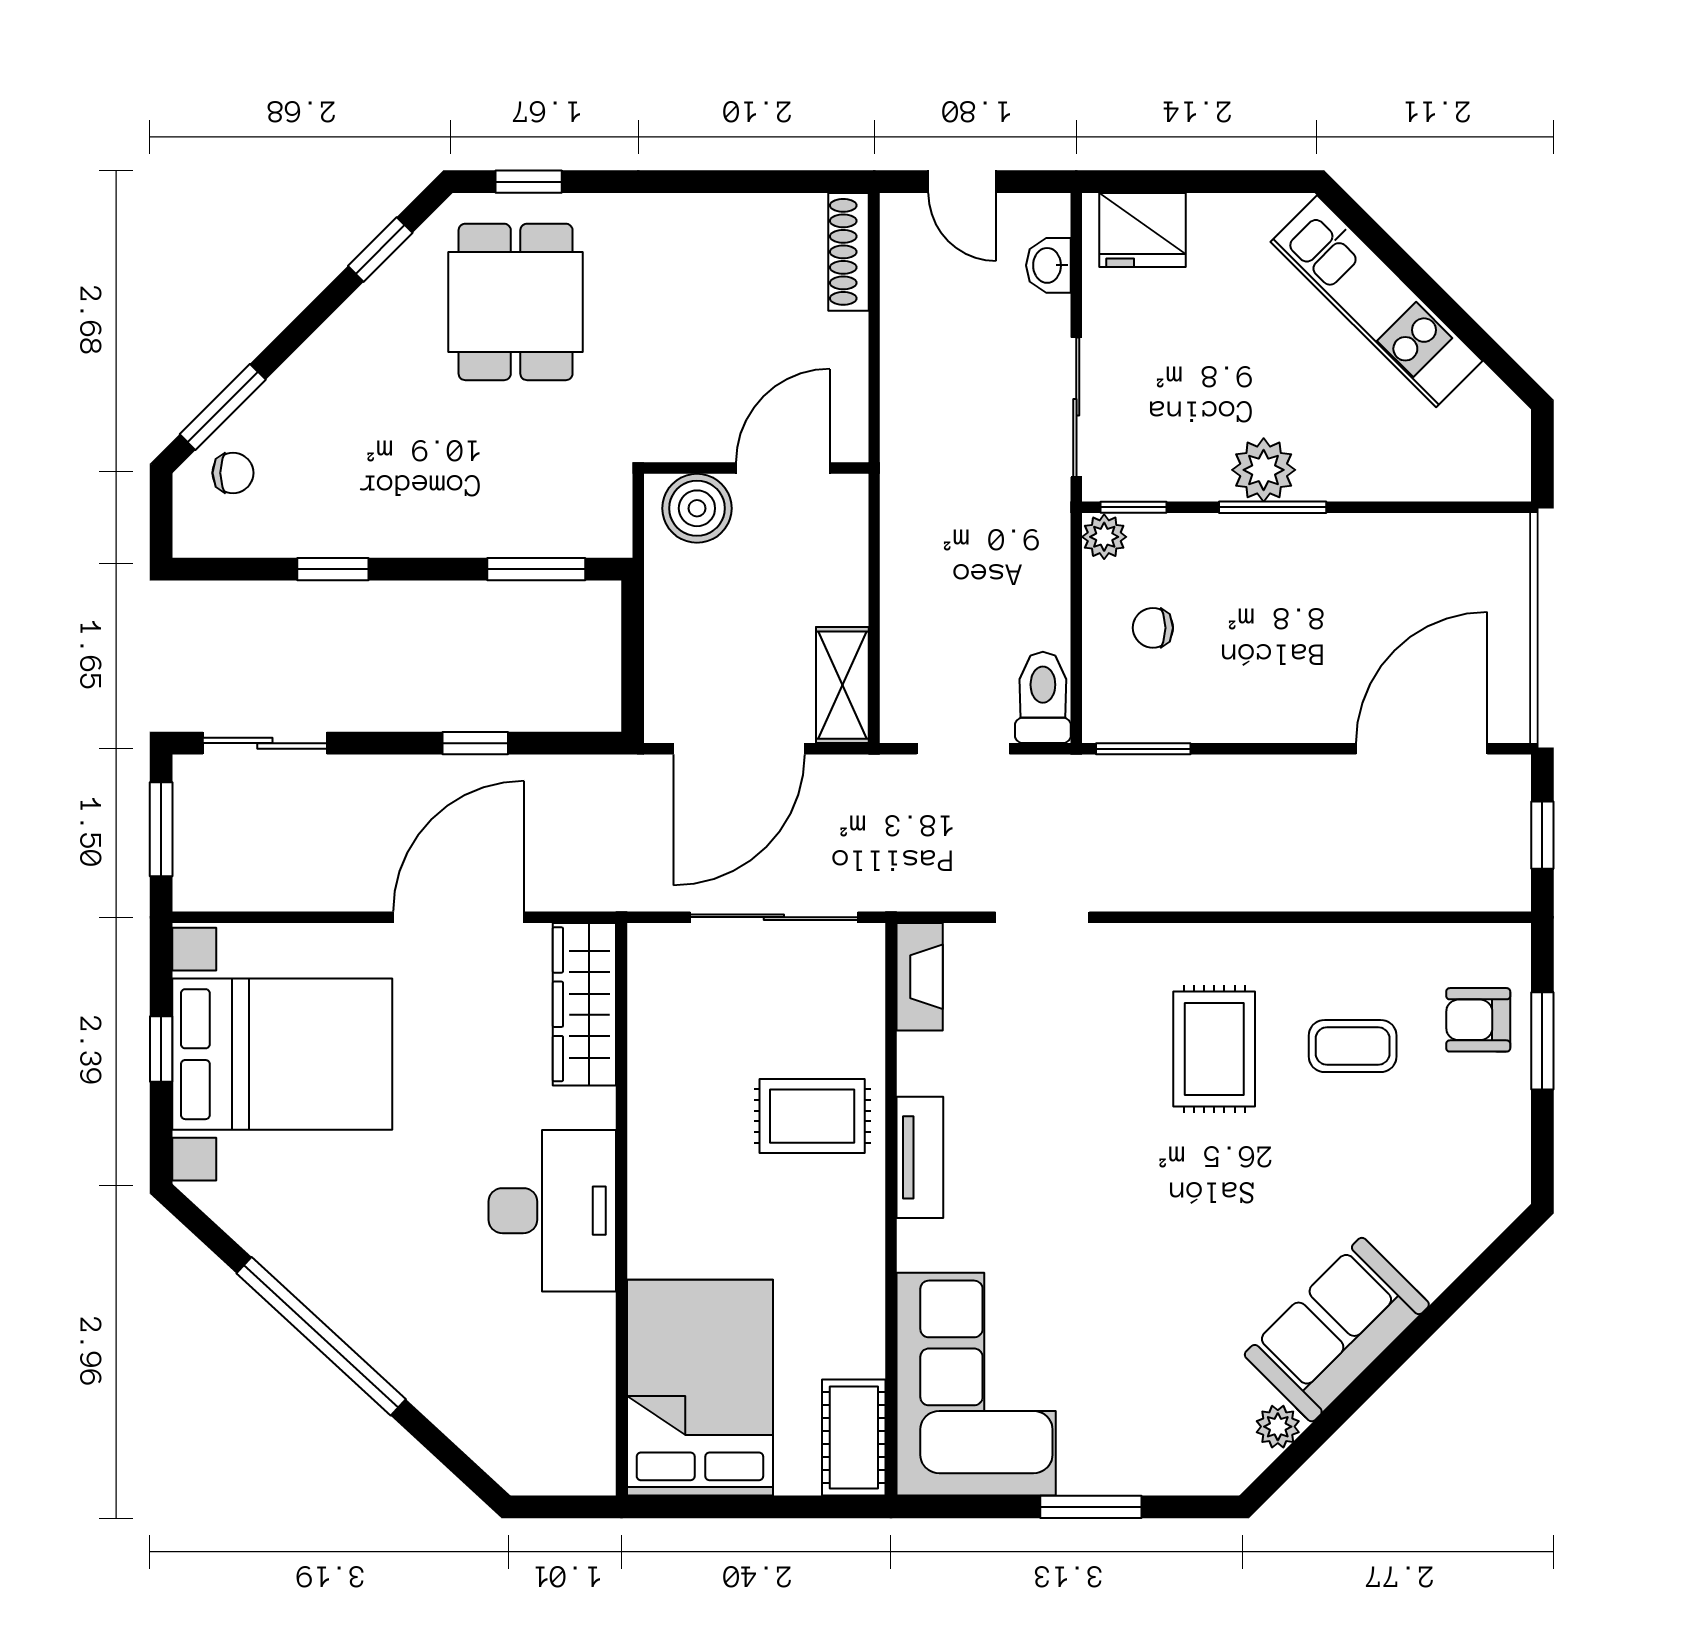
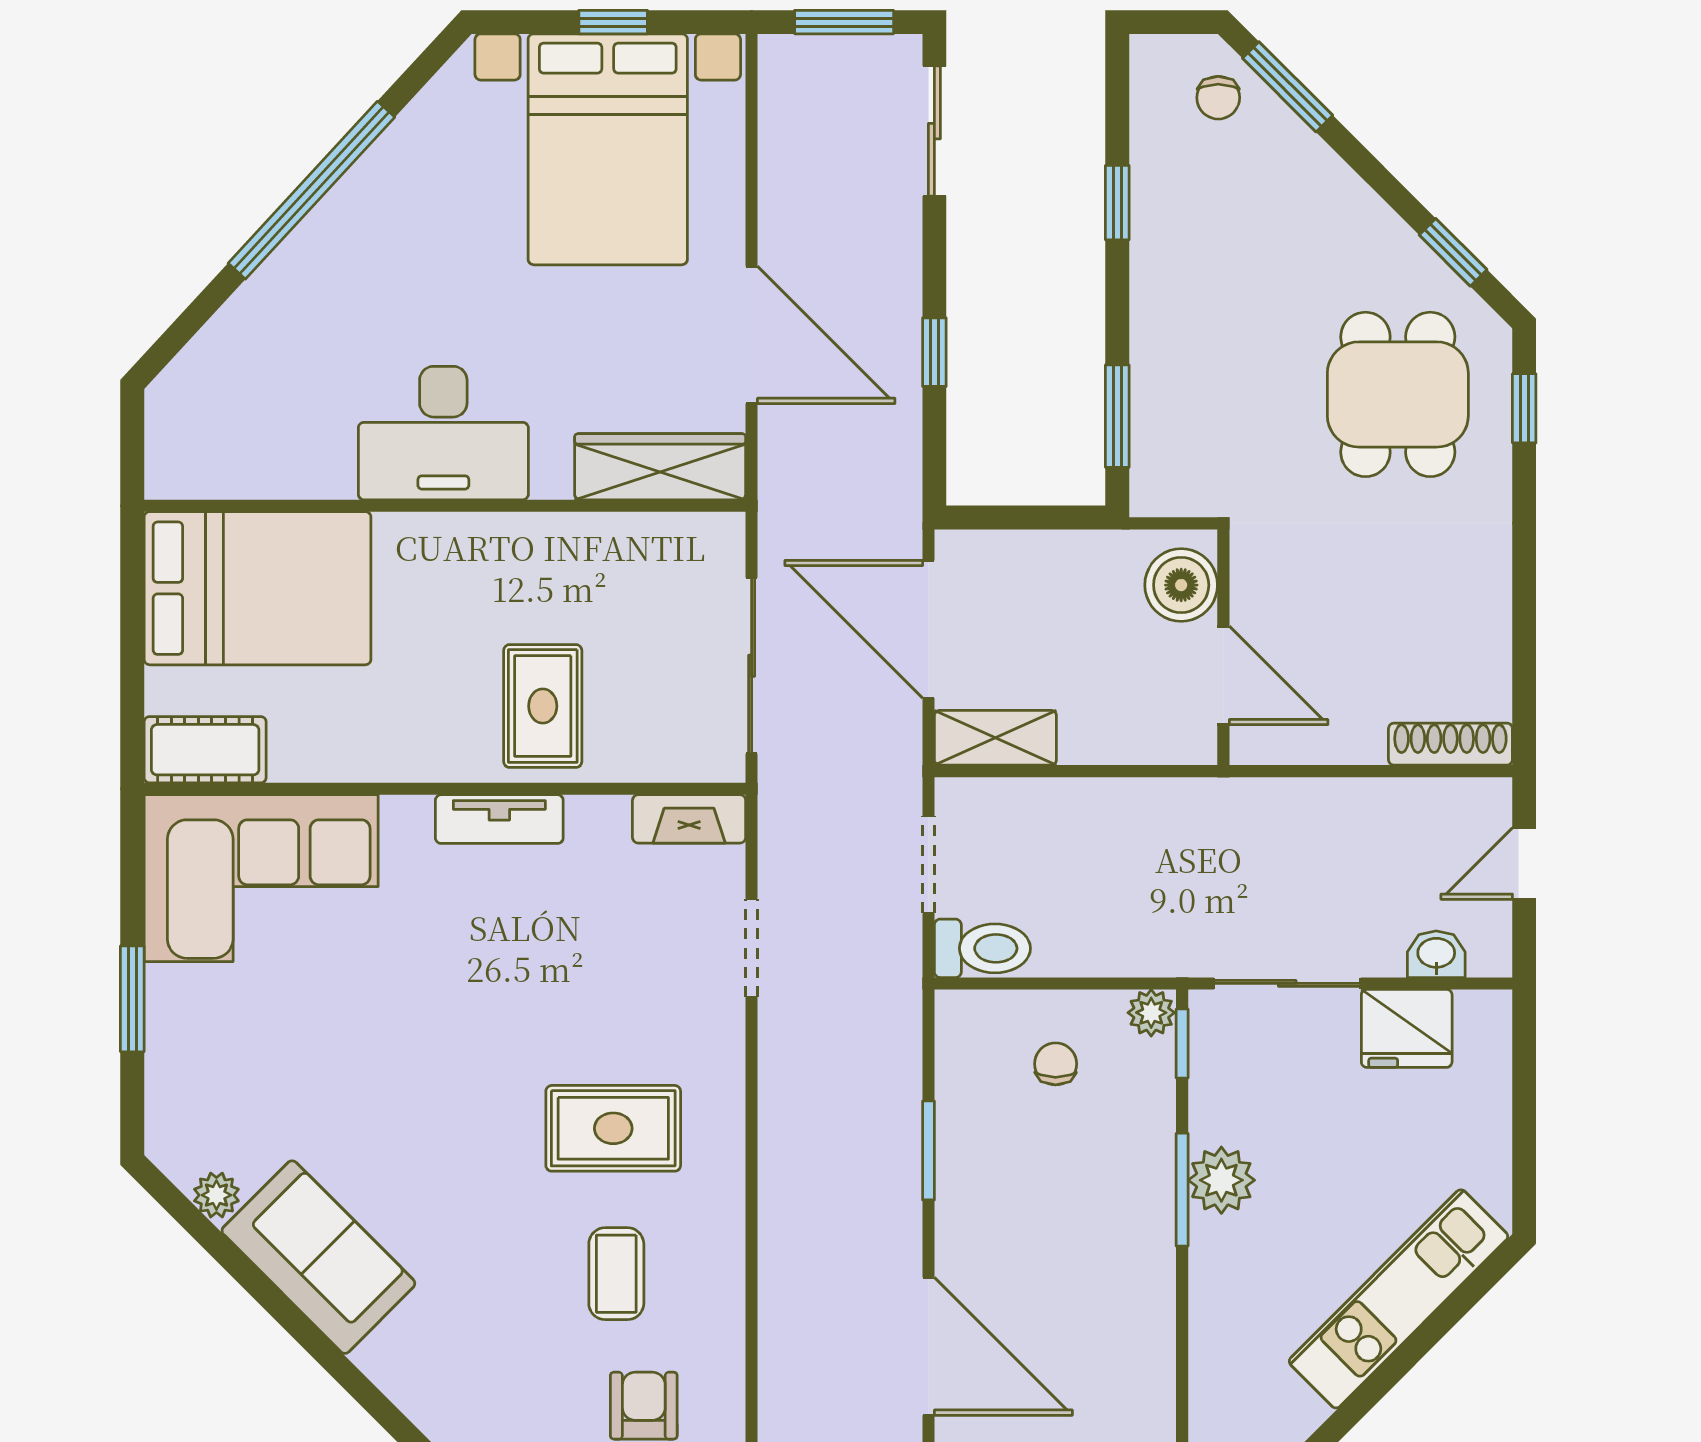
fridge: (1143, 230) -> (1407, 1028), moved, turned -90
dining table: (516, 302) -> (1398, 394), turned 90
window: (1143, 749) -> (928, 1150), moved

